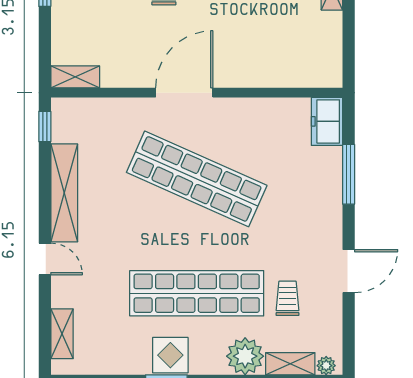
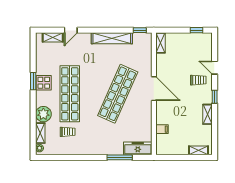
filing cabinet: (281, 73) -> (162, 129), added
freezer: (327, 121) -> (138, 148), width x1.40
door: (45, 259) -> (71, 30), moved
door: (349, 271) -> (79, 157), removed

